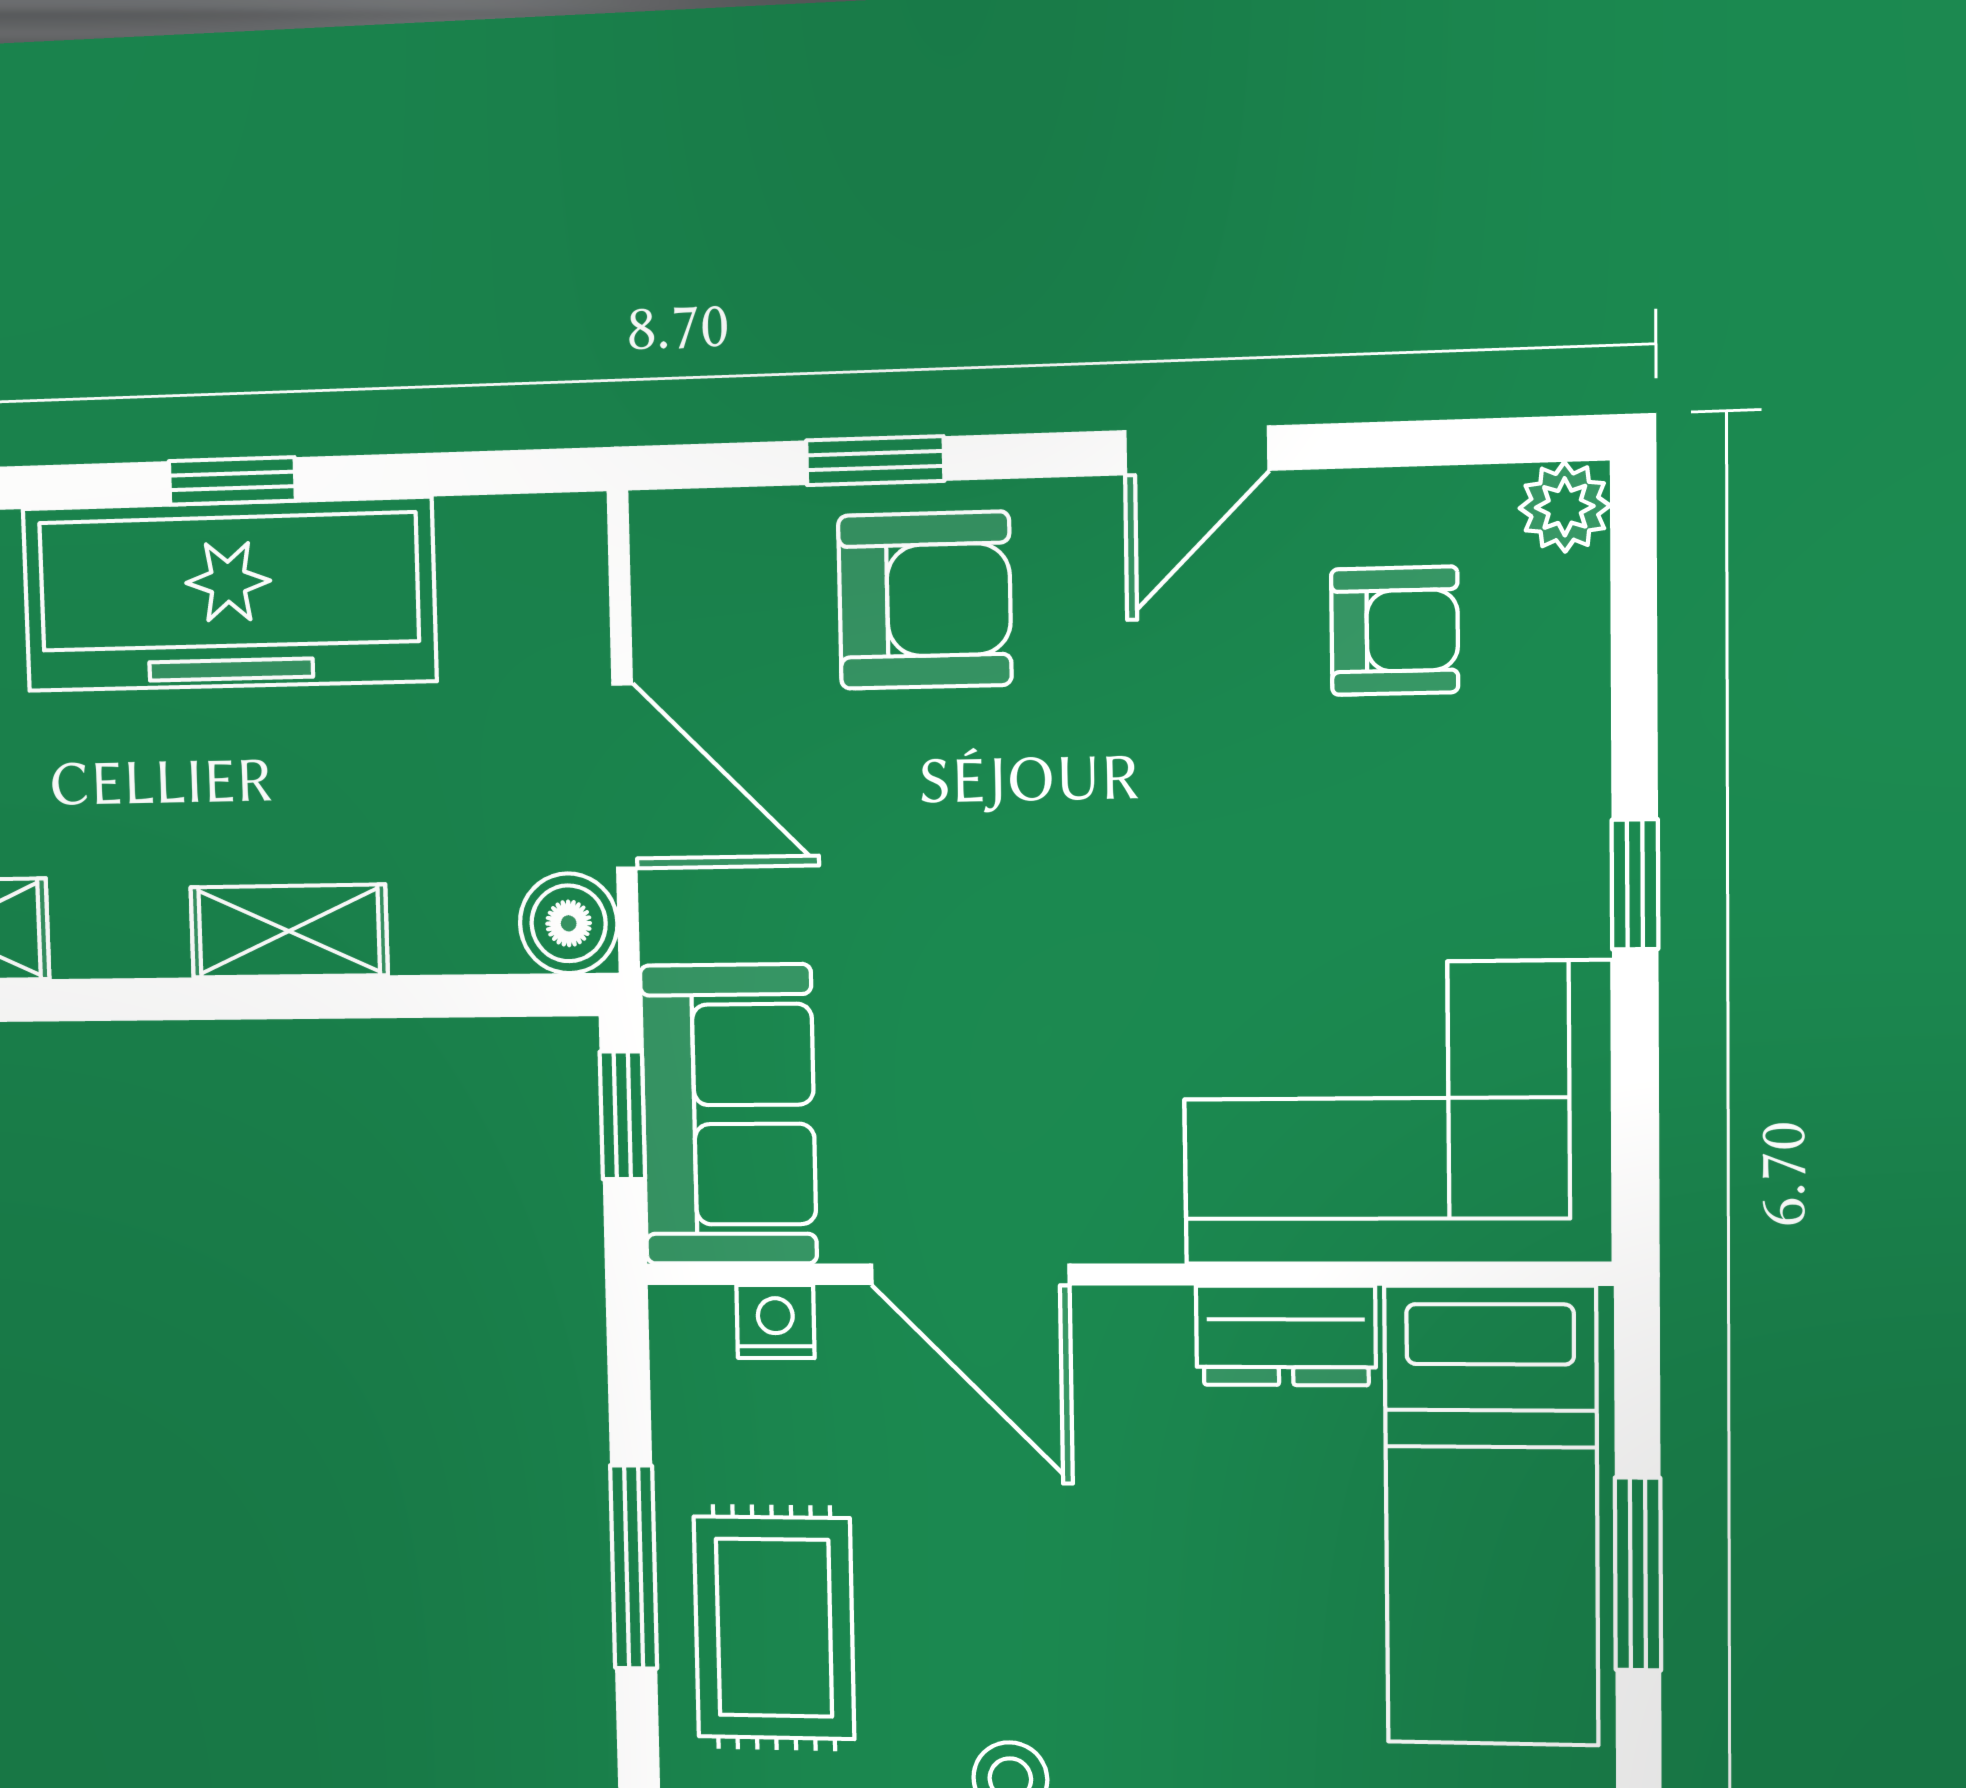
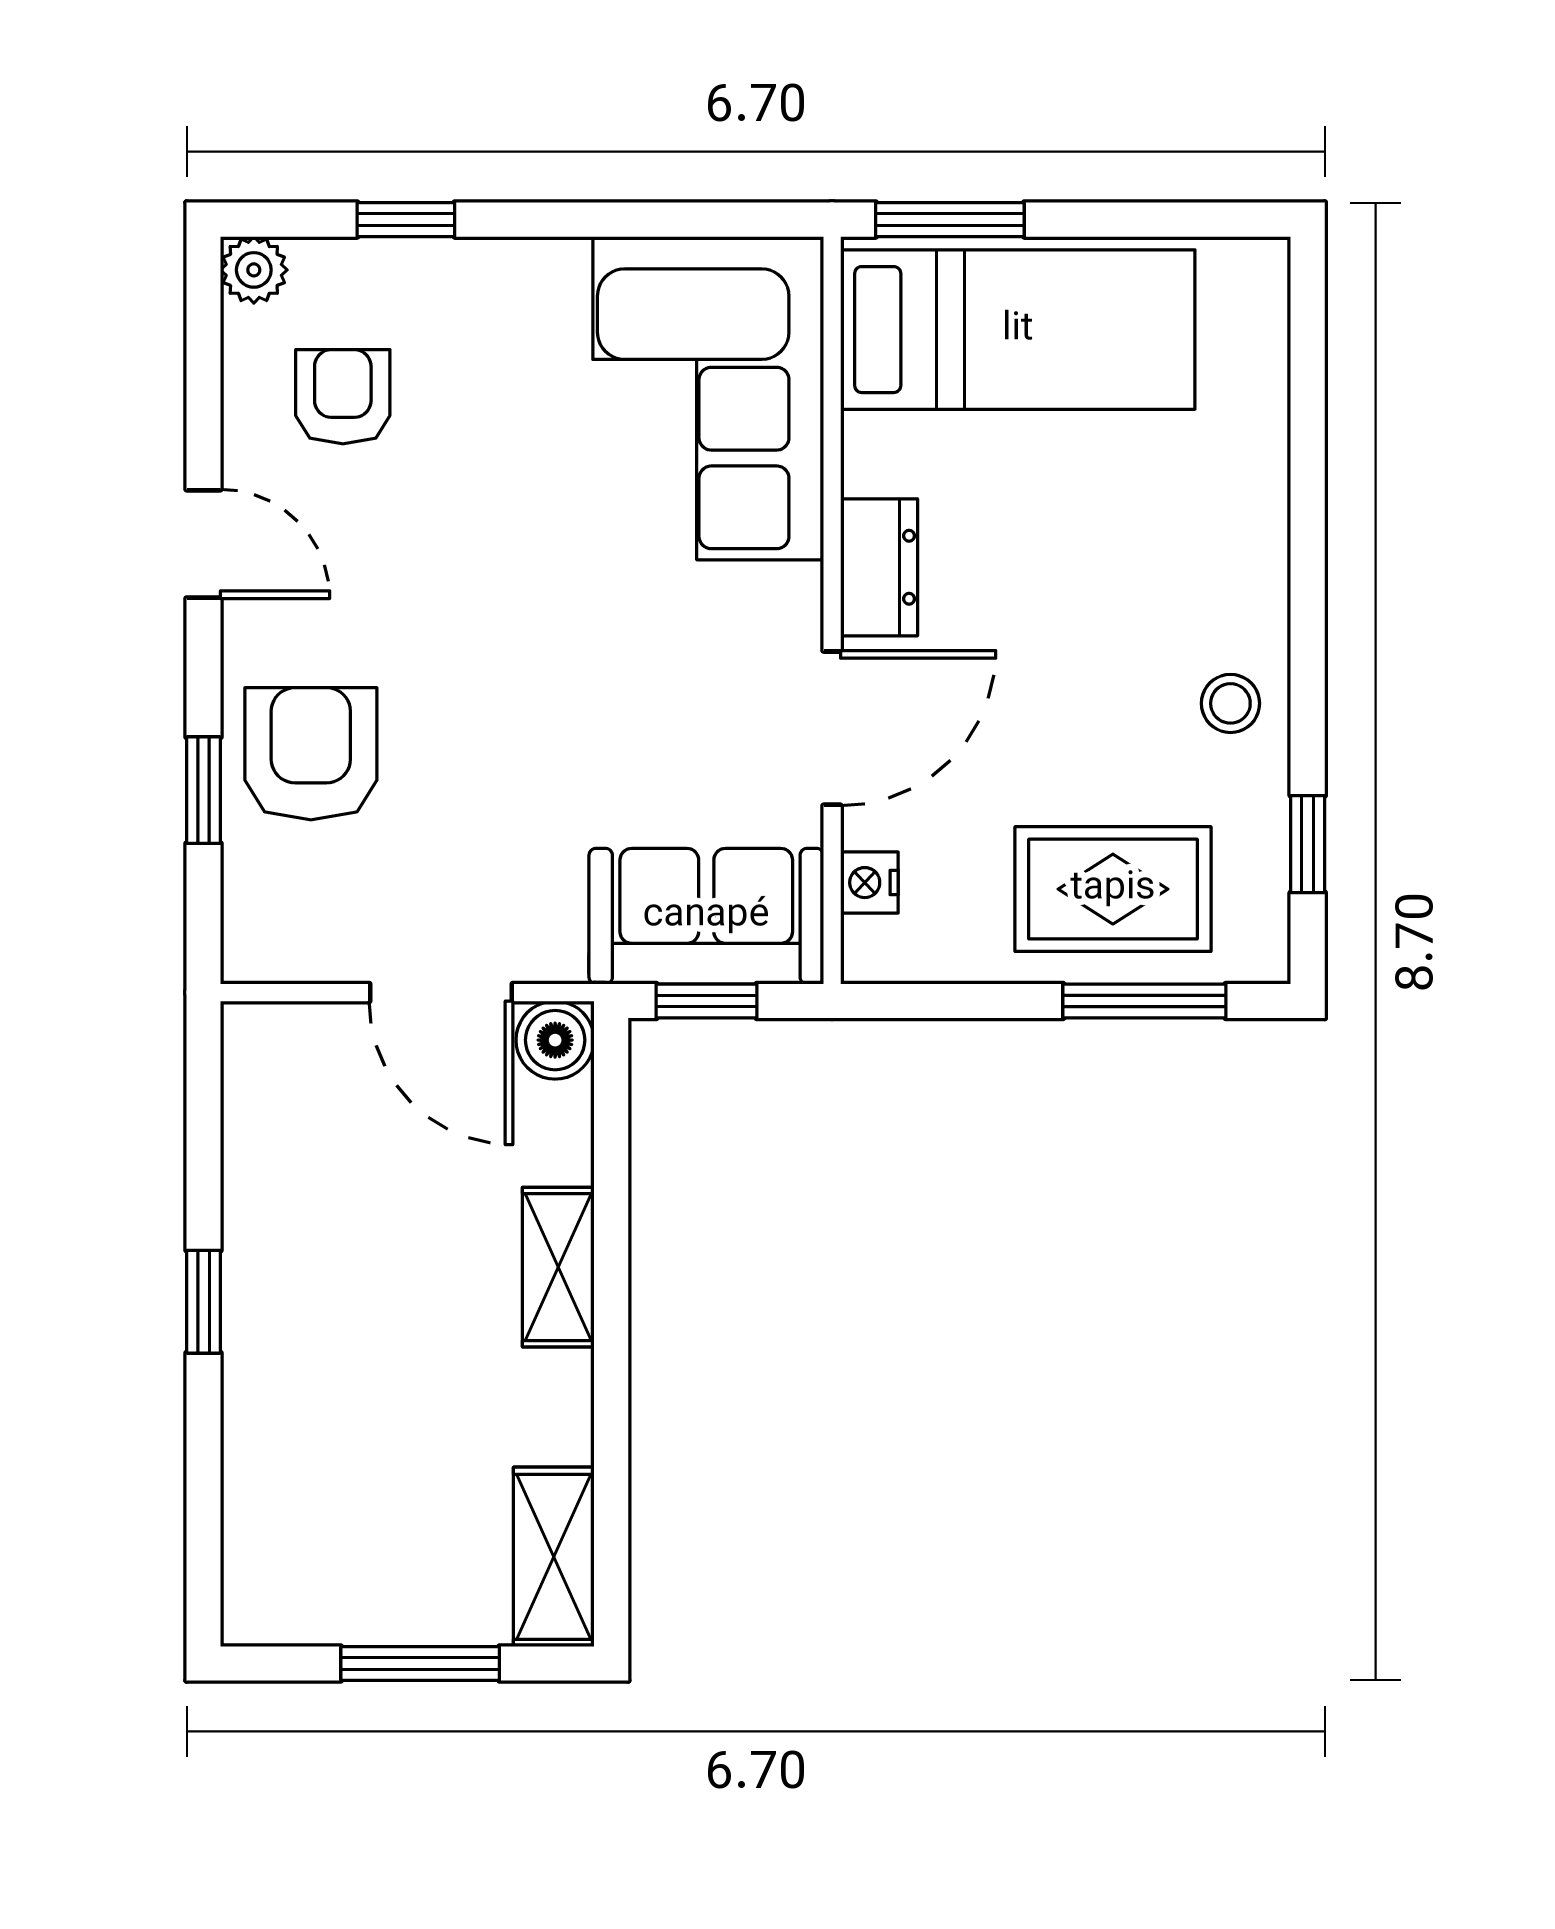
freezer: (229, 595) -> (292, 1308), removed
door: (624, 776) -> (441, 993), swing flipped
window: (1635, 884) -> (406, 220), moved
dresser: (1286, 1335) -> (879, 567), moved
window: (634, 1567) -> (1144, 1001), moved
window: (1638, 1574) -> (950, 220), moved

